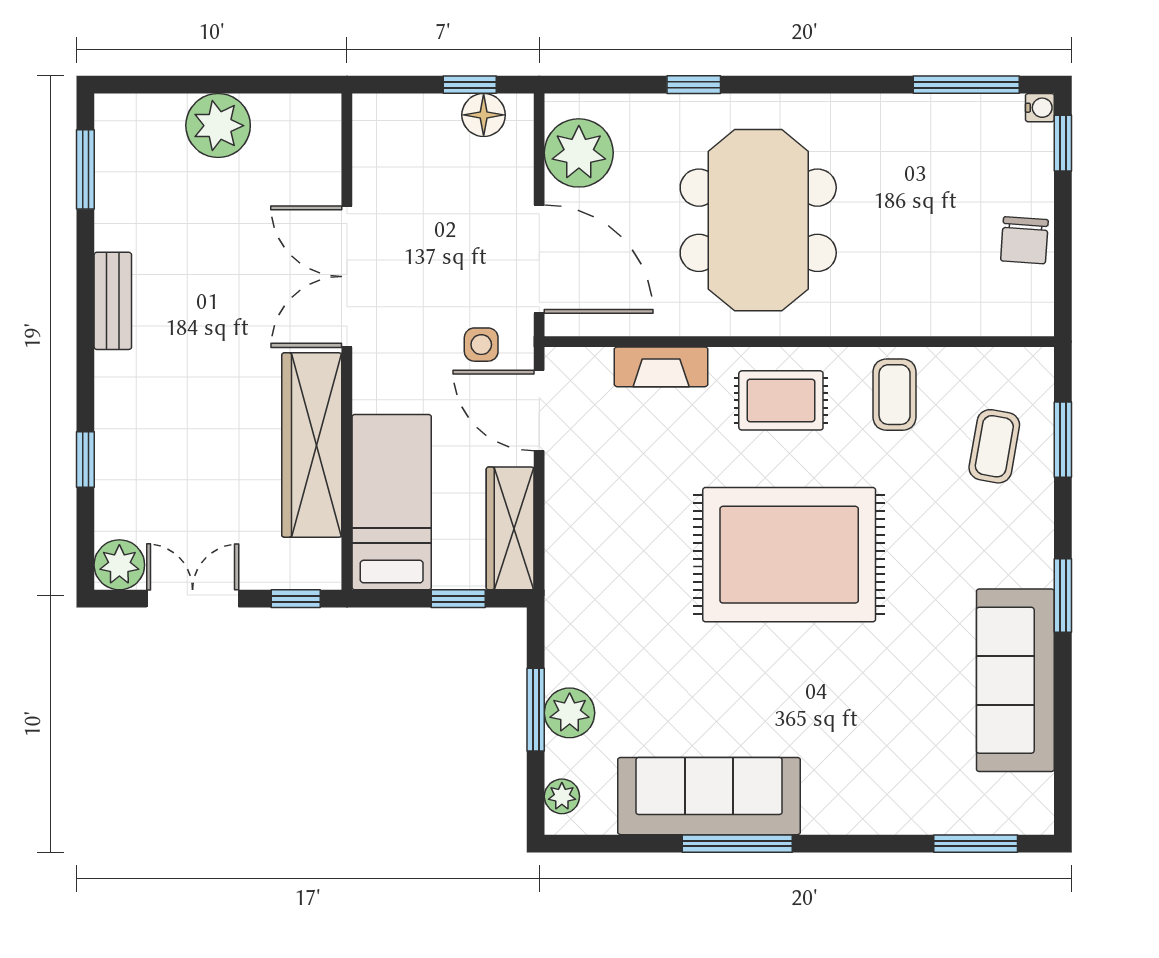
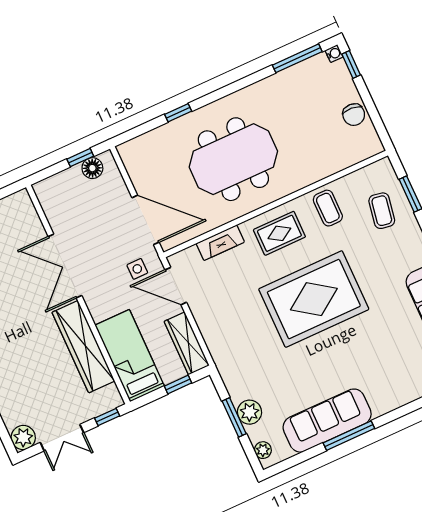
plant: (579, 153) -> (142, 166), removed
meeting table: (758, 220) -> (233, 159), turned 90
double door: (193, 599) -> (62, 438), swing flipped

